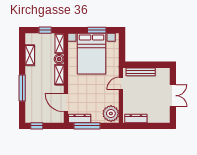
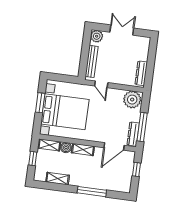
plant: (164, 73) -> (97, 36), added
window: (37, 126) -> (136, 169), moved

